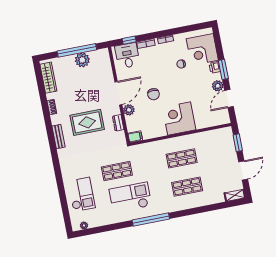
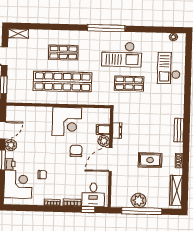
corner desk: (179, 119) -> (67, 122), moved
rug: (87, 122) -> (150, 160), moved, width x0.73, depth x0.70
filing cabinet: (135, 137) -> (103, 130), moved
shop shelf: (182, 158) -> (63, 82), width x2.00, depth x1.36

